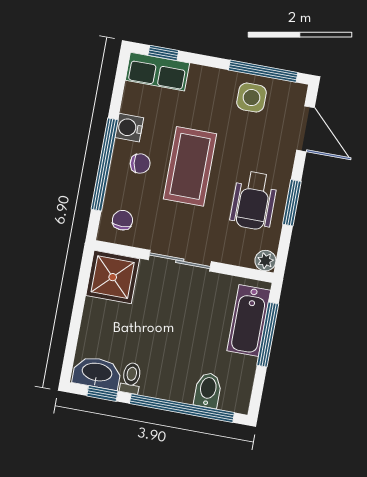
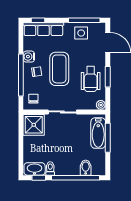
row of seats: (157, 72) -> (43, 29), width x1.48

